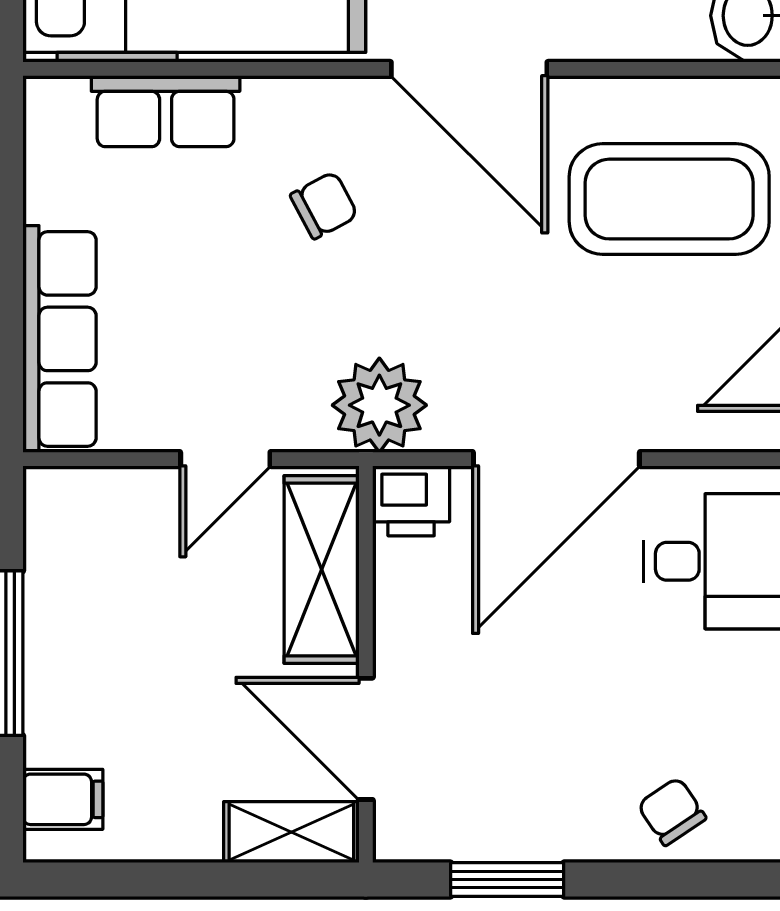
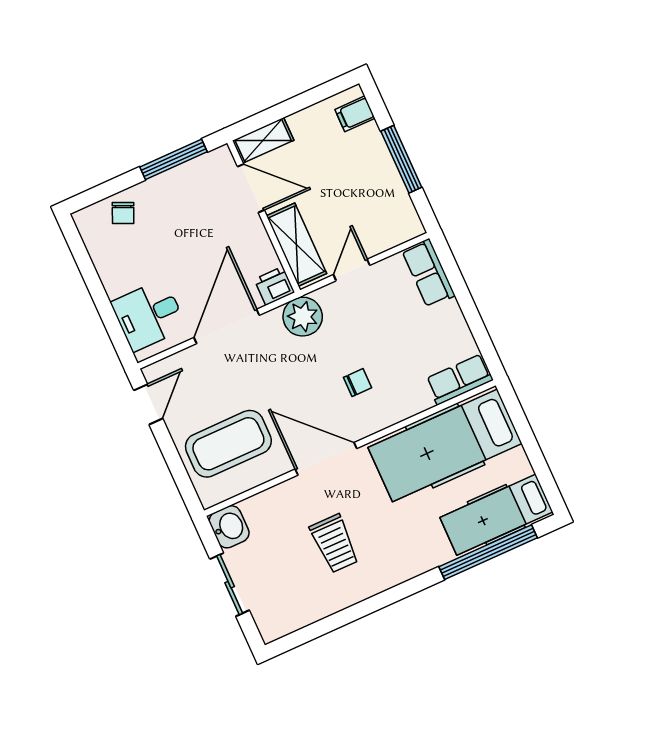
row of seats: (166, 111) -> (459, 379), moved
chair: (324, 205) -> (358, 383), turned -152
row of seats: (59, 339) -> (428, 273), width x0.68
chair: (672, 811) -> (123, 213), turned 58
window: (507, 879) -> (174, 159), width x1.44

